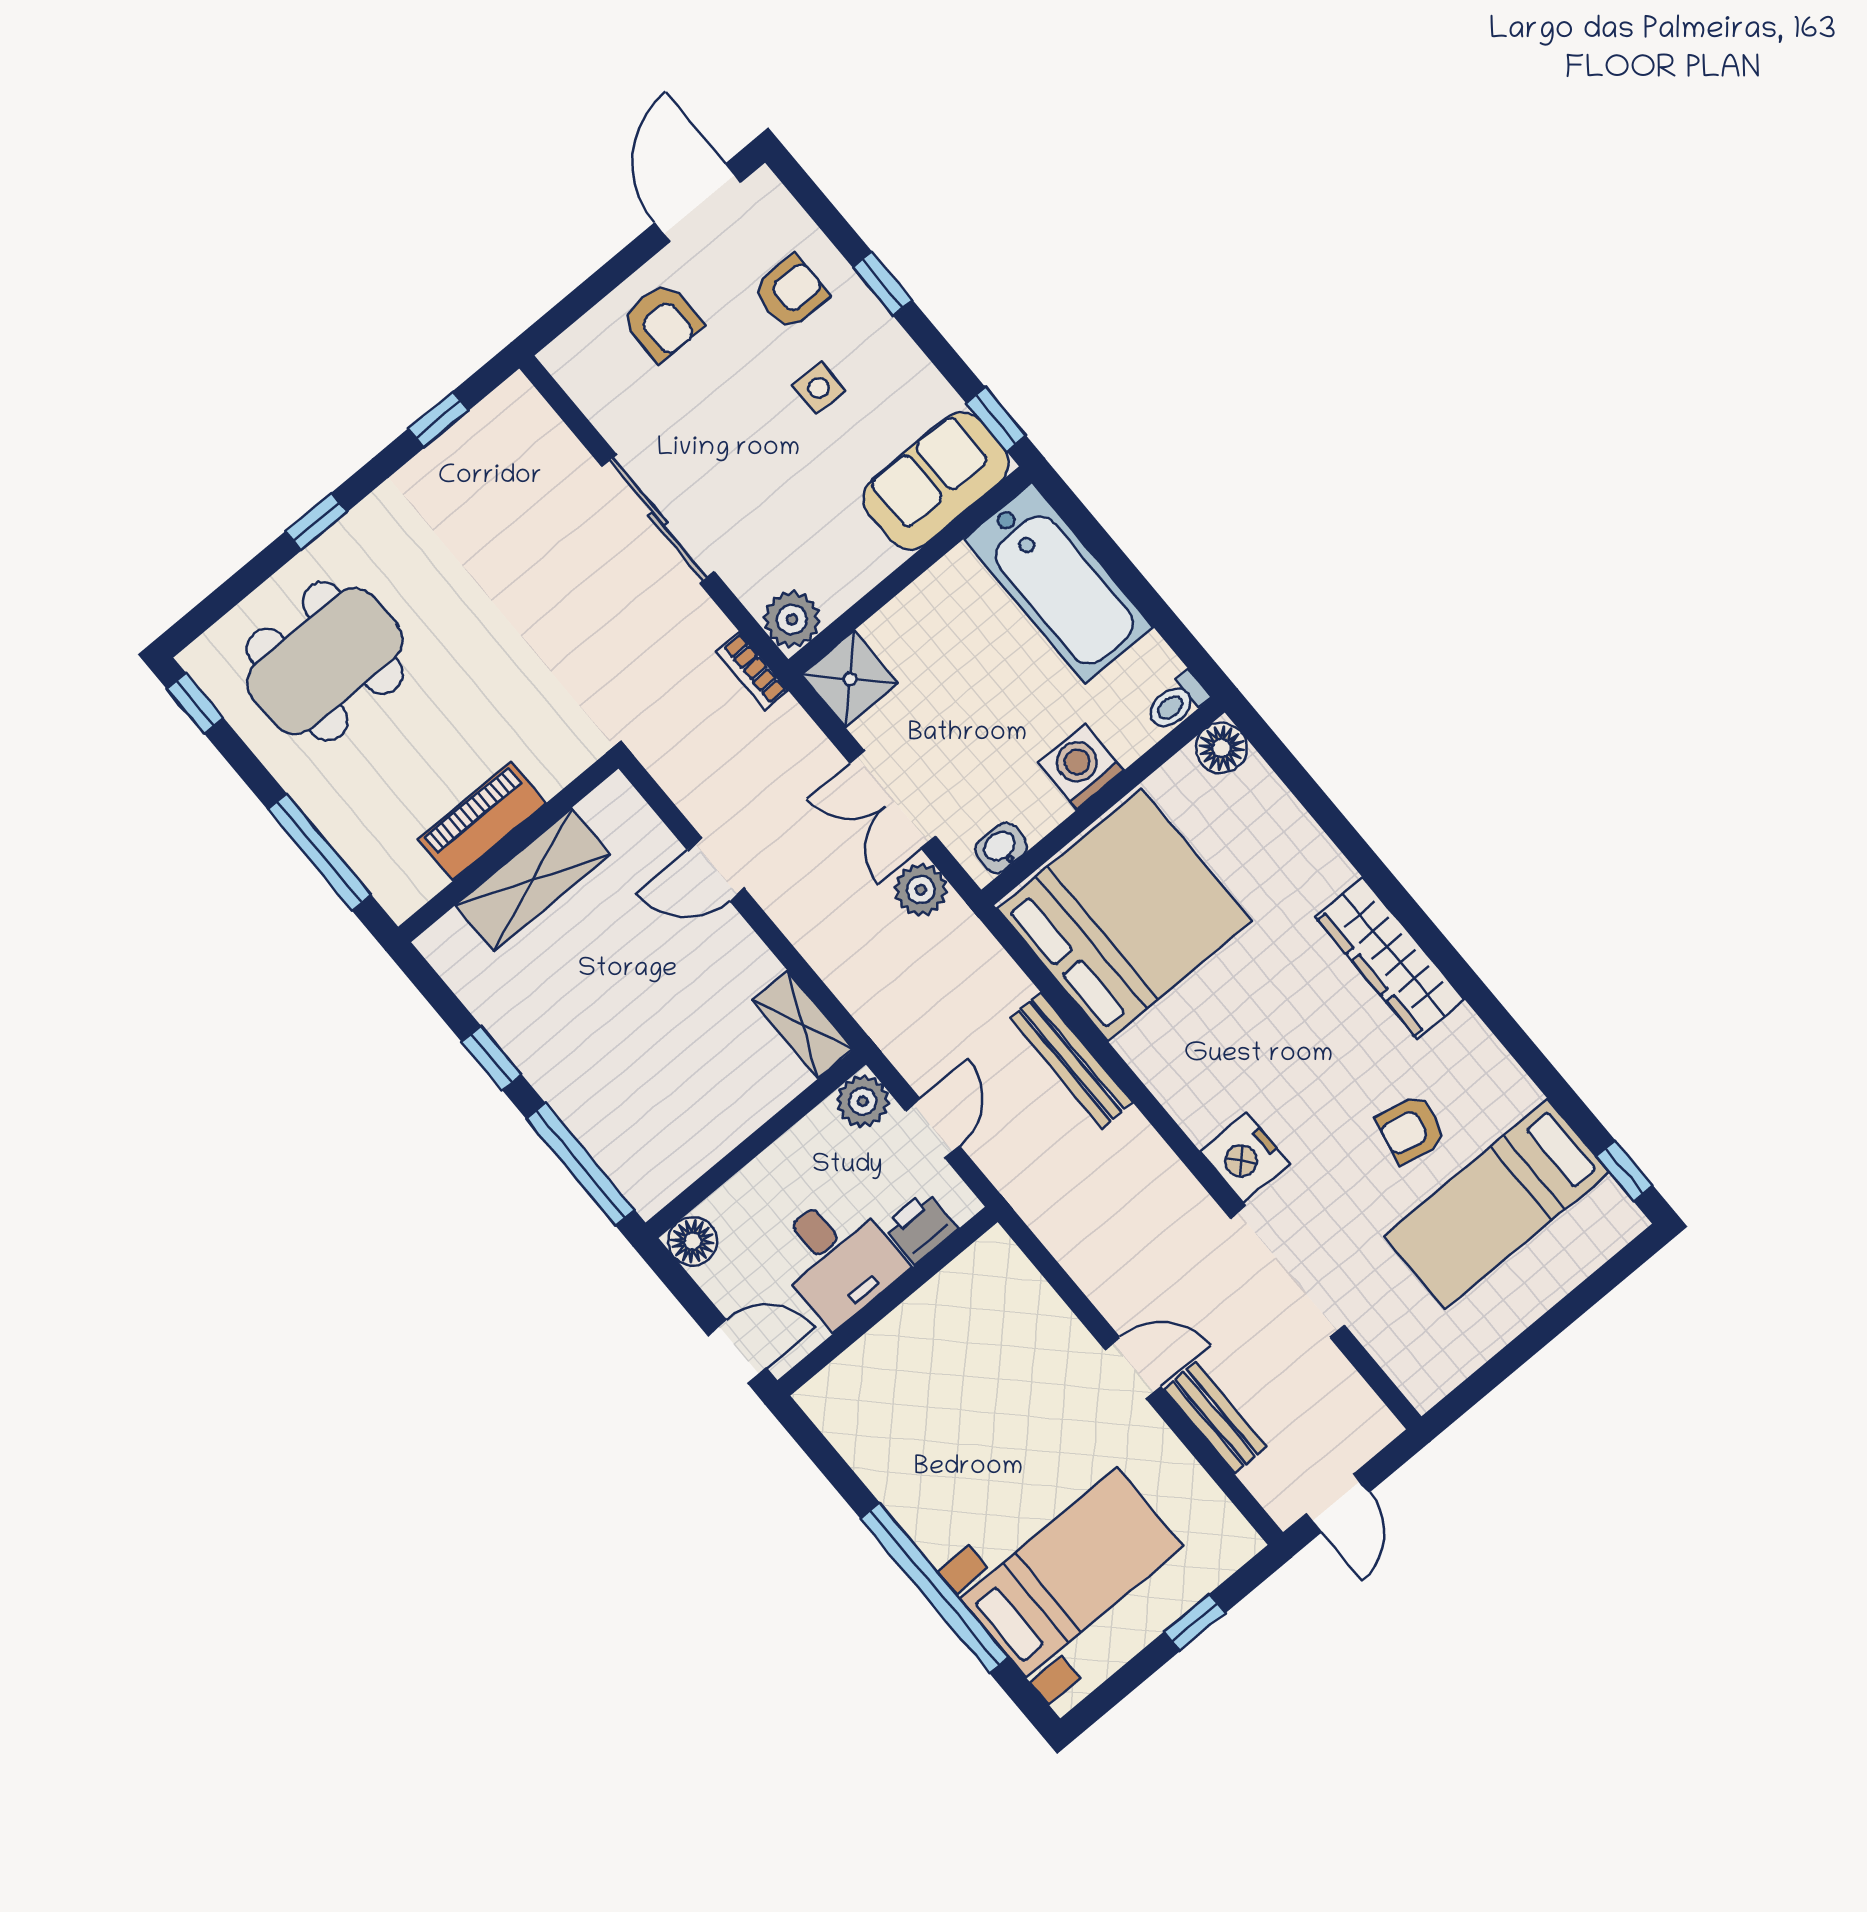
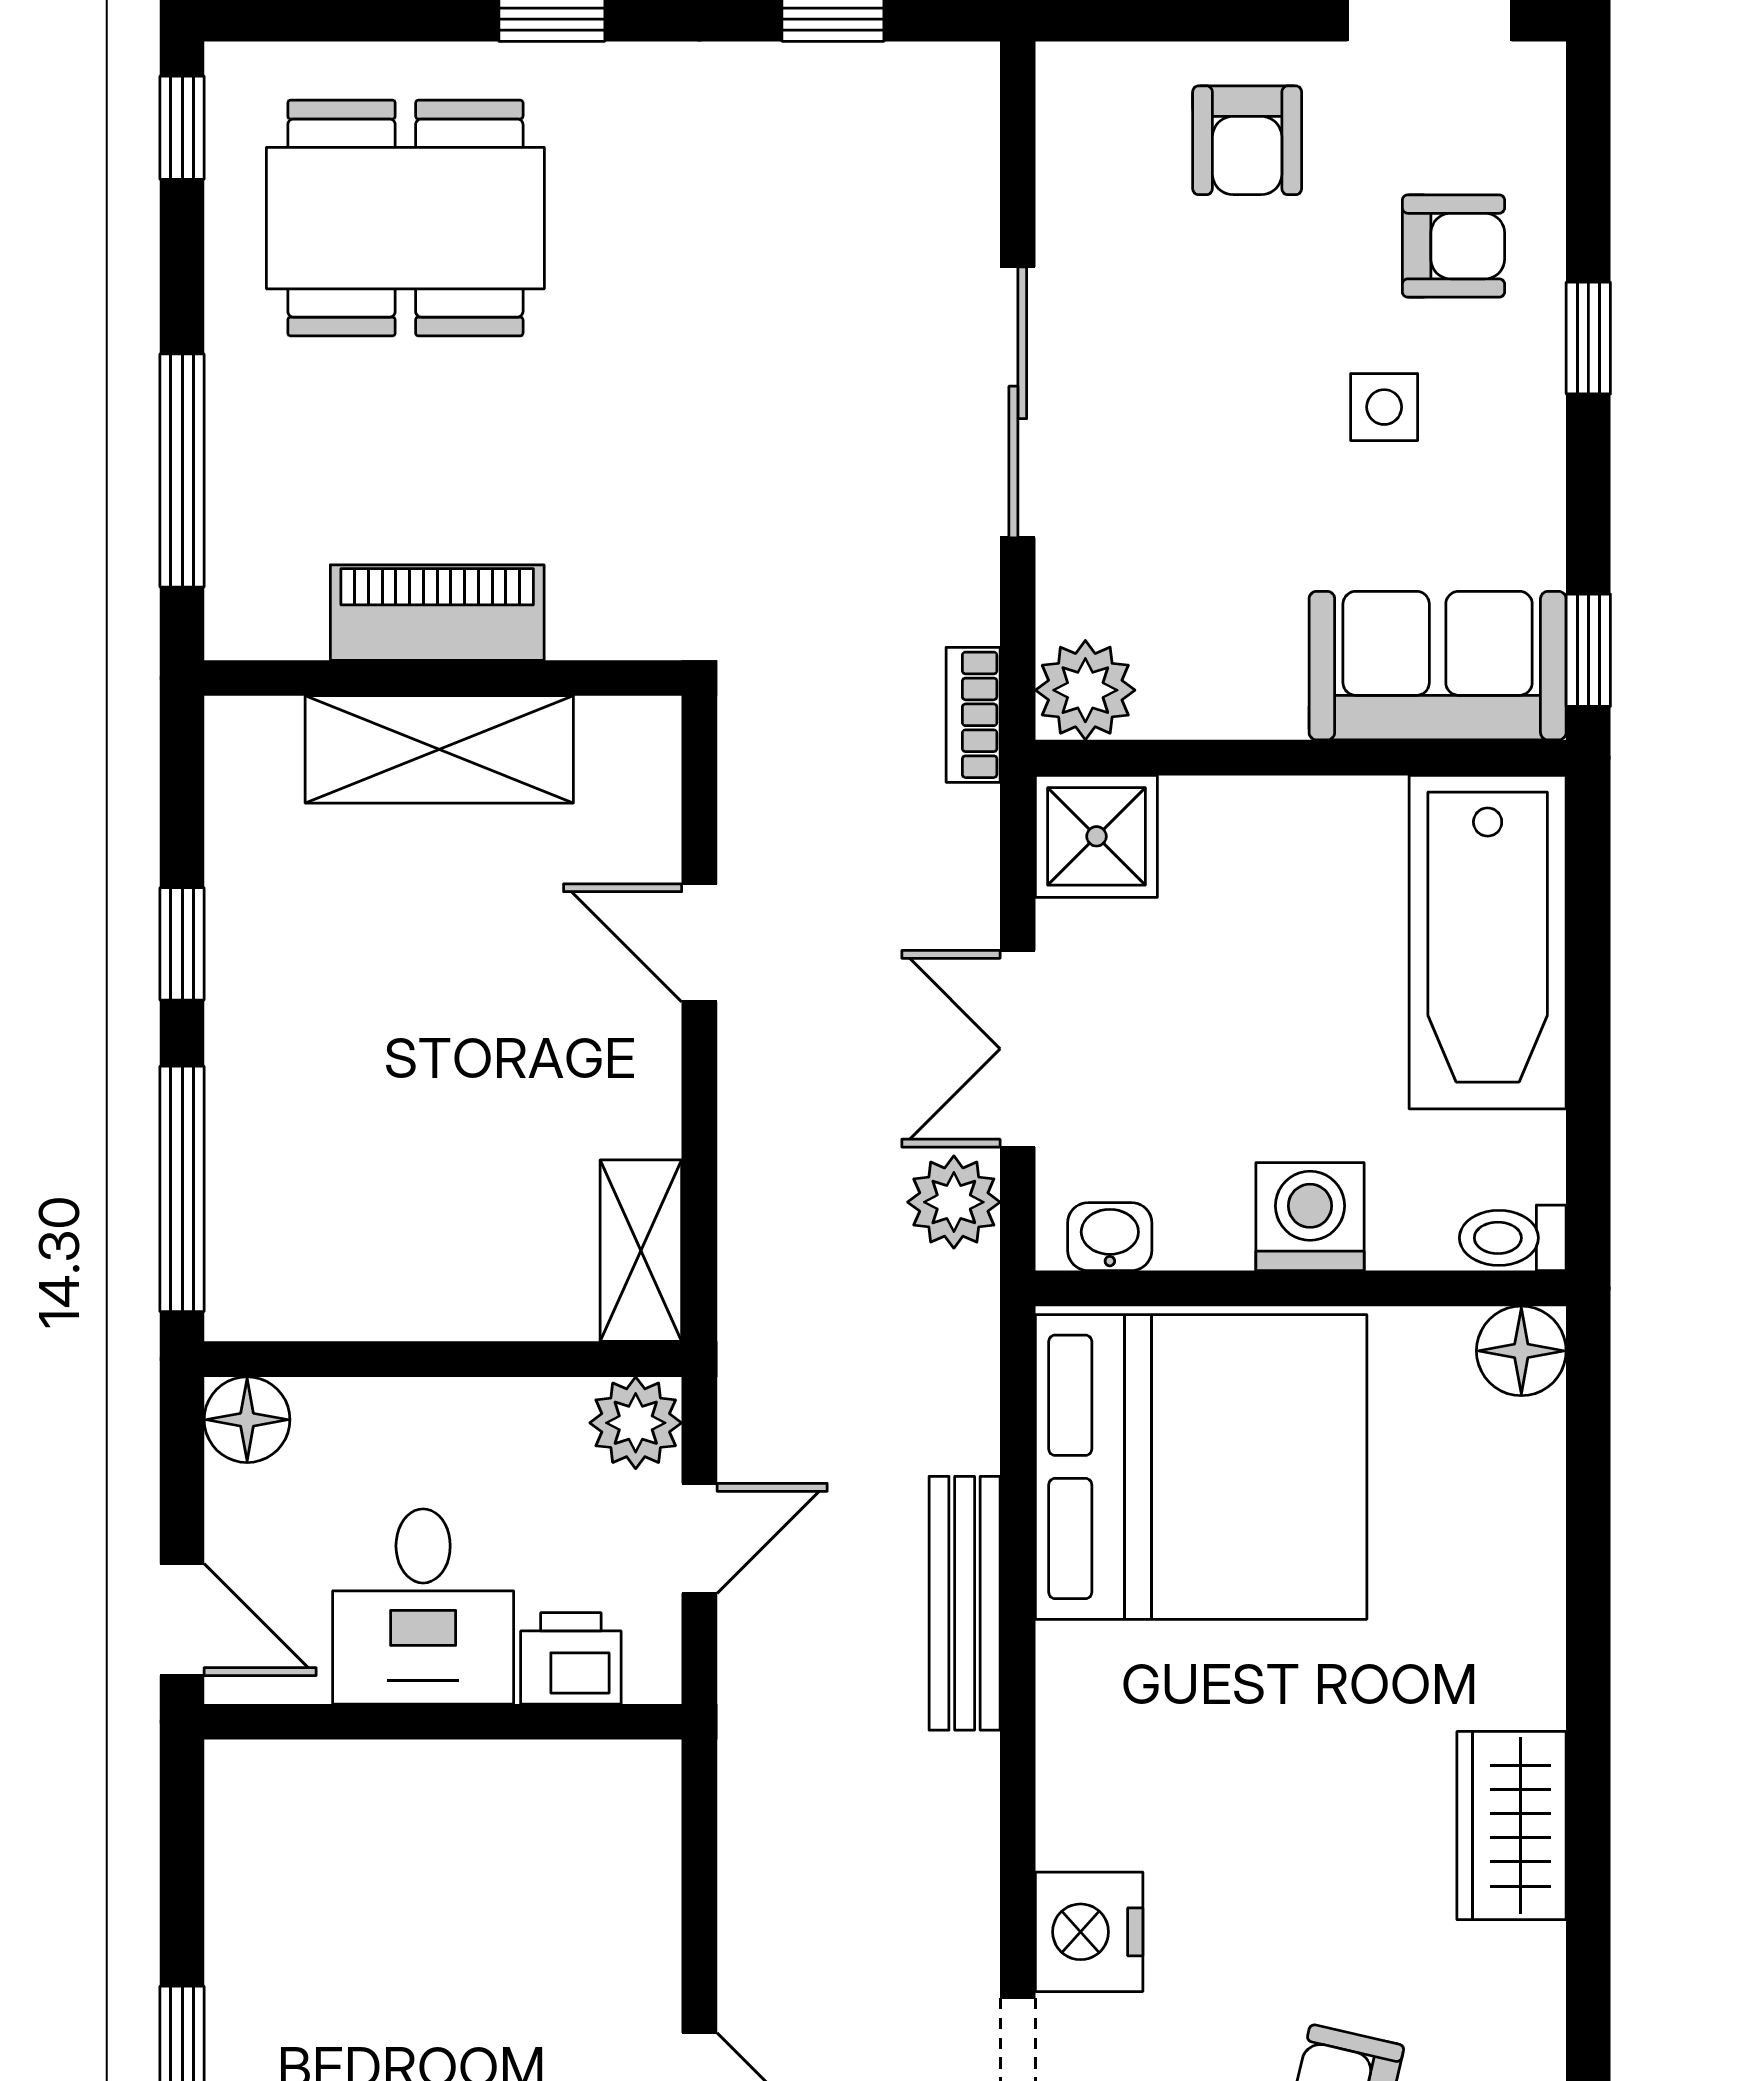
wardrobe: (1390, 958) -> (1512, 1826), width x0.67

